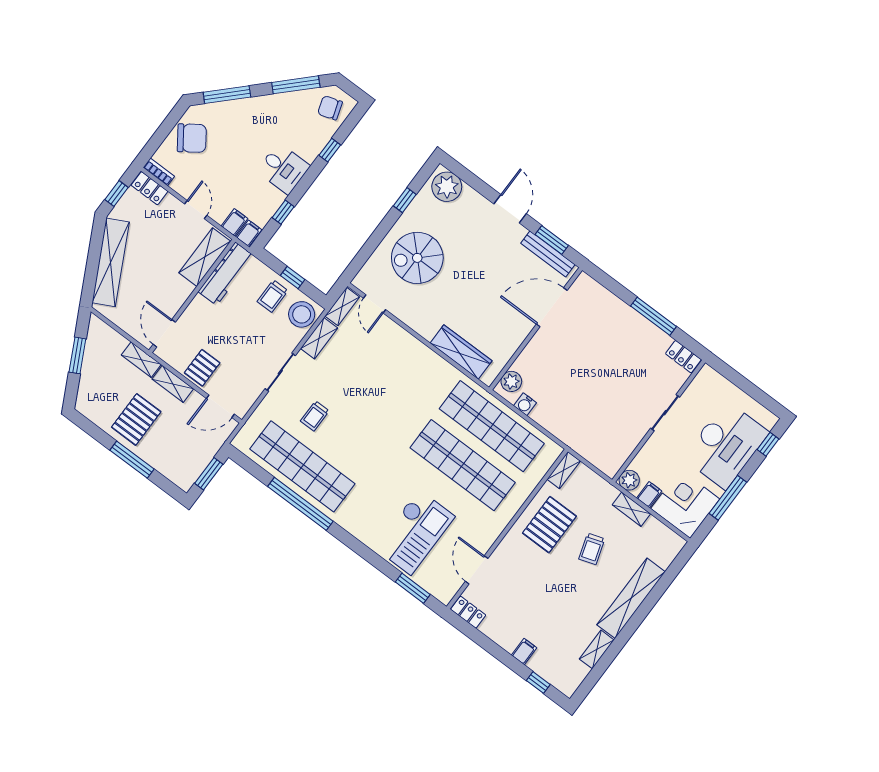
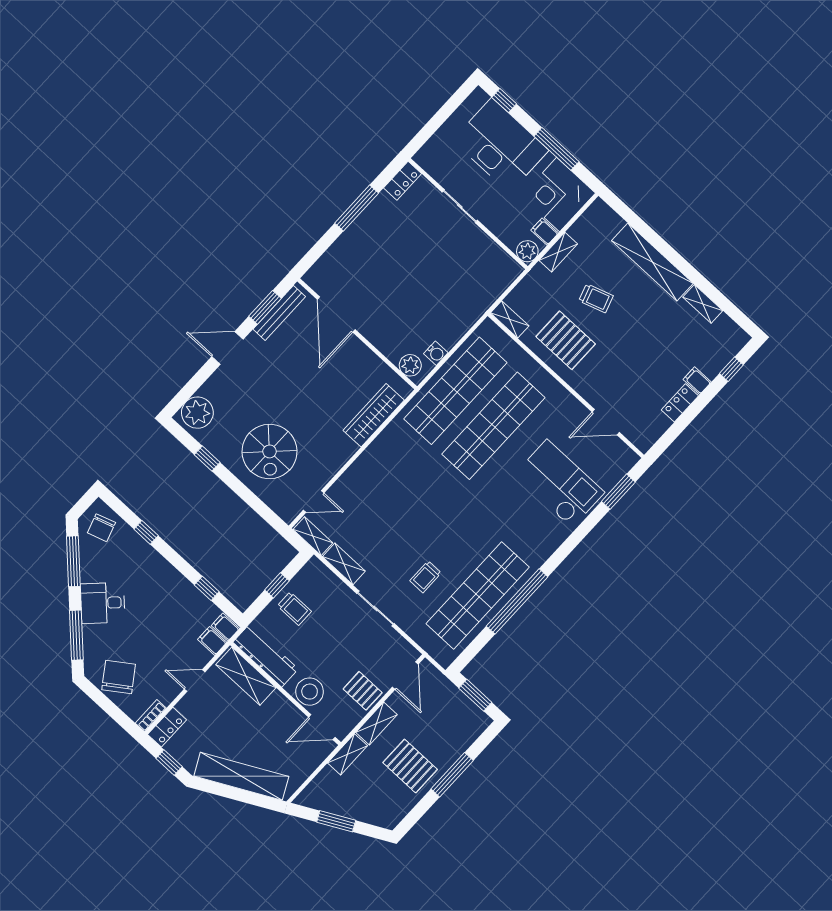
desk: (283, 169) -> (103, 603), moved, turned -135
stool: (302, 314) -> (310, 692), moved
trolley: (315, 416) -> (426, 577), turned 90
locker: (468, 612) -> (680, 403), moved

